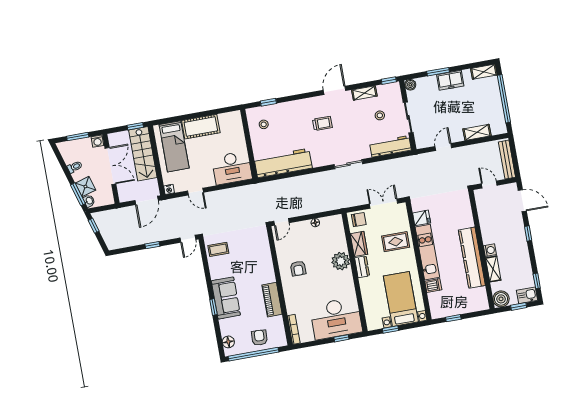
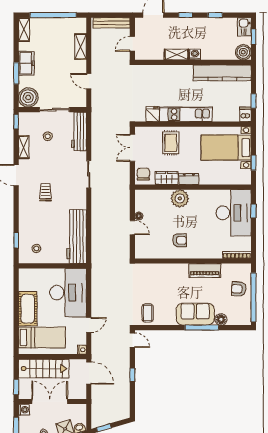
boiler: (410, 85) -> (28, 97), width x1.86, depth x1.86
window: (135, 126) -> (16, 387), moved
desk: (232, 168) -> (68, 293), width x1.36, depth x1.30
door: (281, 222) -> (132, 228), moved
kitchen counter: (472, 258) -> (222, 73), moved
shelving: (493, 269) -> (176, 55), moved
window: (537, 281) -> (215, 15), moved
dishwasher: (433, 285) -> (245, 114), moved
window: (213, 307) -> (202, 328), width x2.17
floor lamp: (228, 342) -> (221, 319), moved

